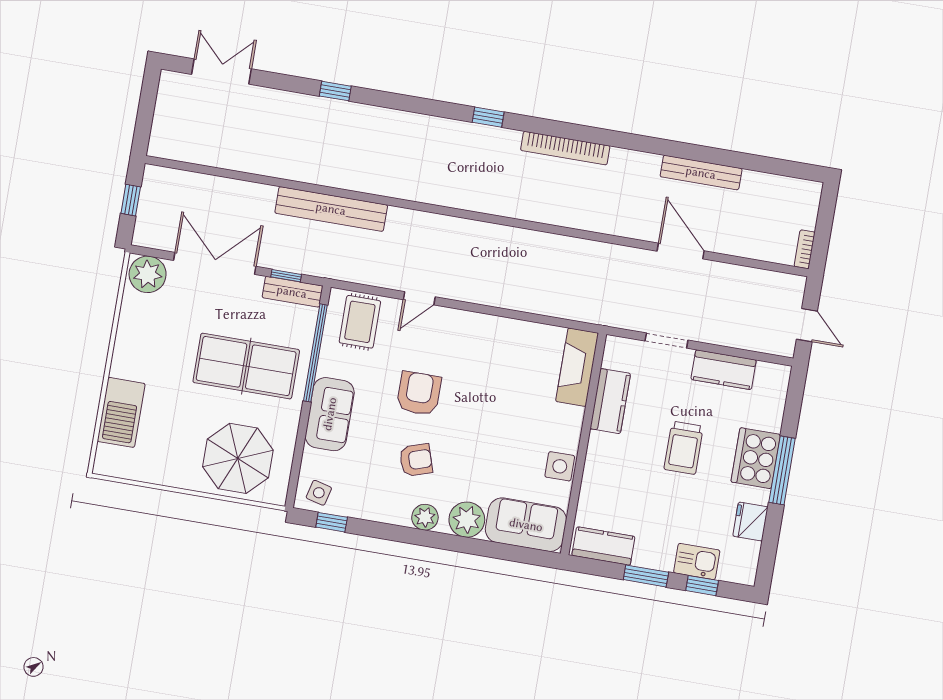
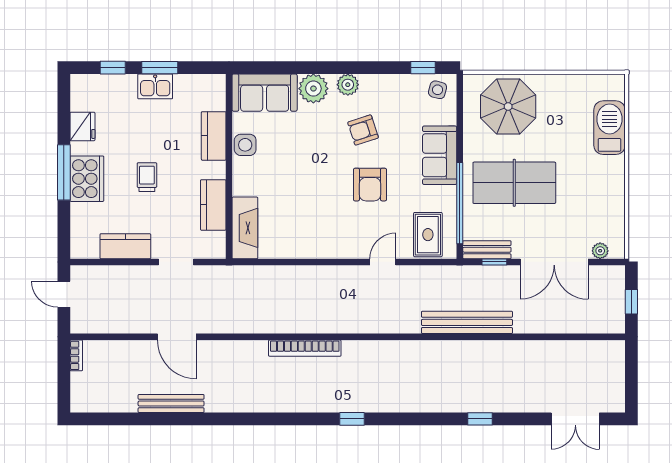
bookcase: (565, 148) -> (305, 348), moved, turned 180
plant: (148, 274) -> (600, 251), width x0.53, depth x0.53
trolley: (684, 448) -> (147, 177), width x0.73, depth x0.72
kitchen counter: (603, 546) -> (214, 136), moved, turned 90
kitchen sink: (697, 562) -> (155, 86), moved

